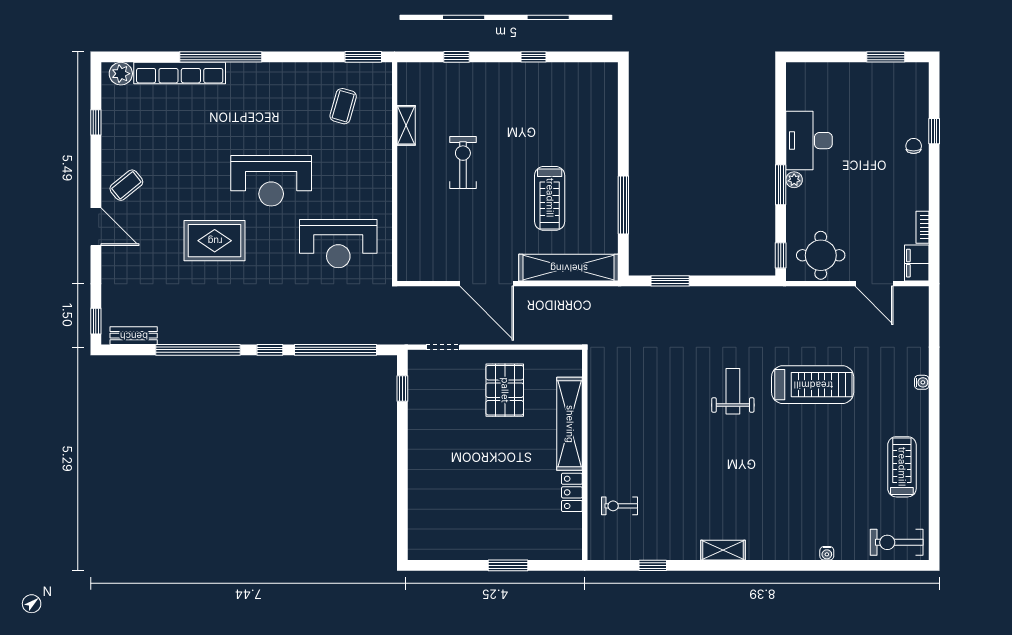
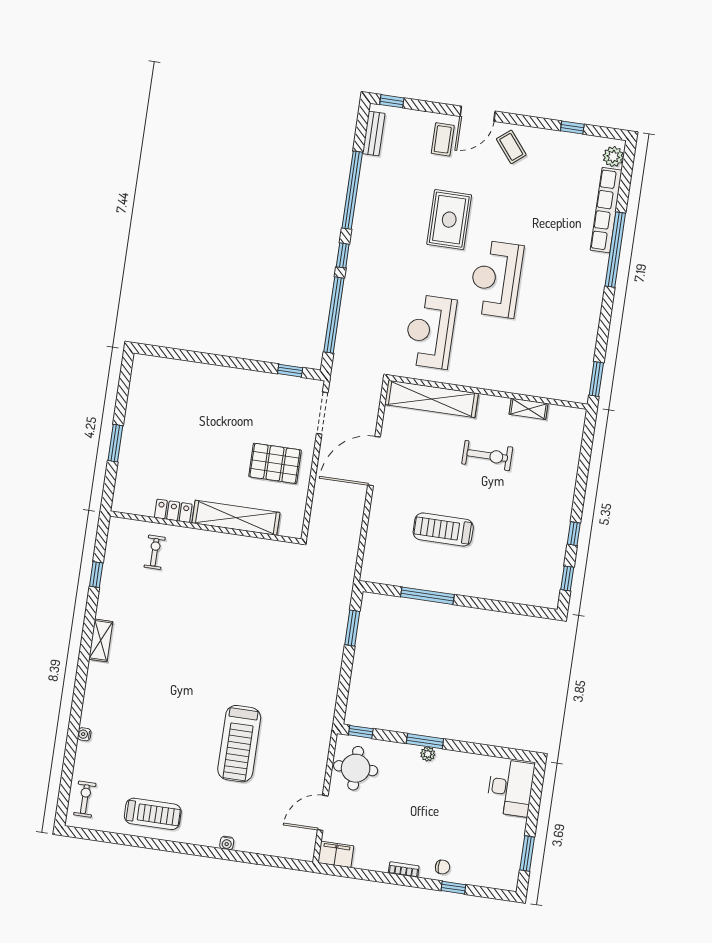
window: (457, 57) -> (567, 578), moved
coffee table: (343, 106) -> (443, 139), moved, turned 74
desk: (809, 141) -> (510, 788), moved, turned 90
bookcase: (922, 227) -> (404, 870), moved
shelving: (569, 268) -> (432, 399), moved, turned 90
doorway: (443, 347) -> (322, 413), width x1.38
weight bench: (733, 391) -> (244, 670), removed
exercise bike: (897, 542) -> (85, 799), width x0.73, depth x0.72

